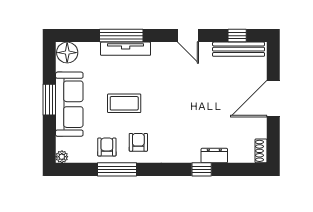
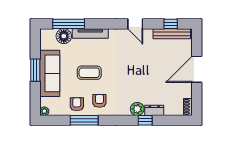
window: (121, 36) -> (69, 24), moved
floor lamp: (67, 53) -> (64, 36), moved
plant: (191, 154) -> (137, 109), added

